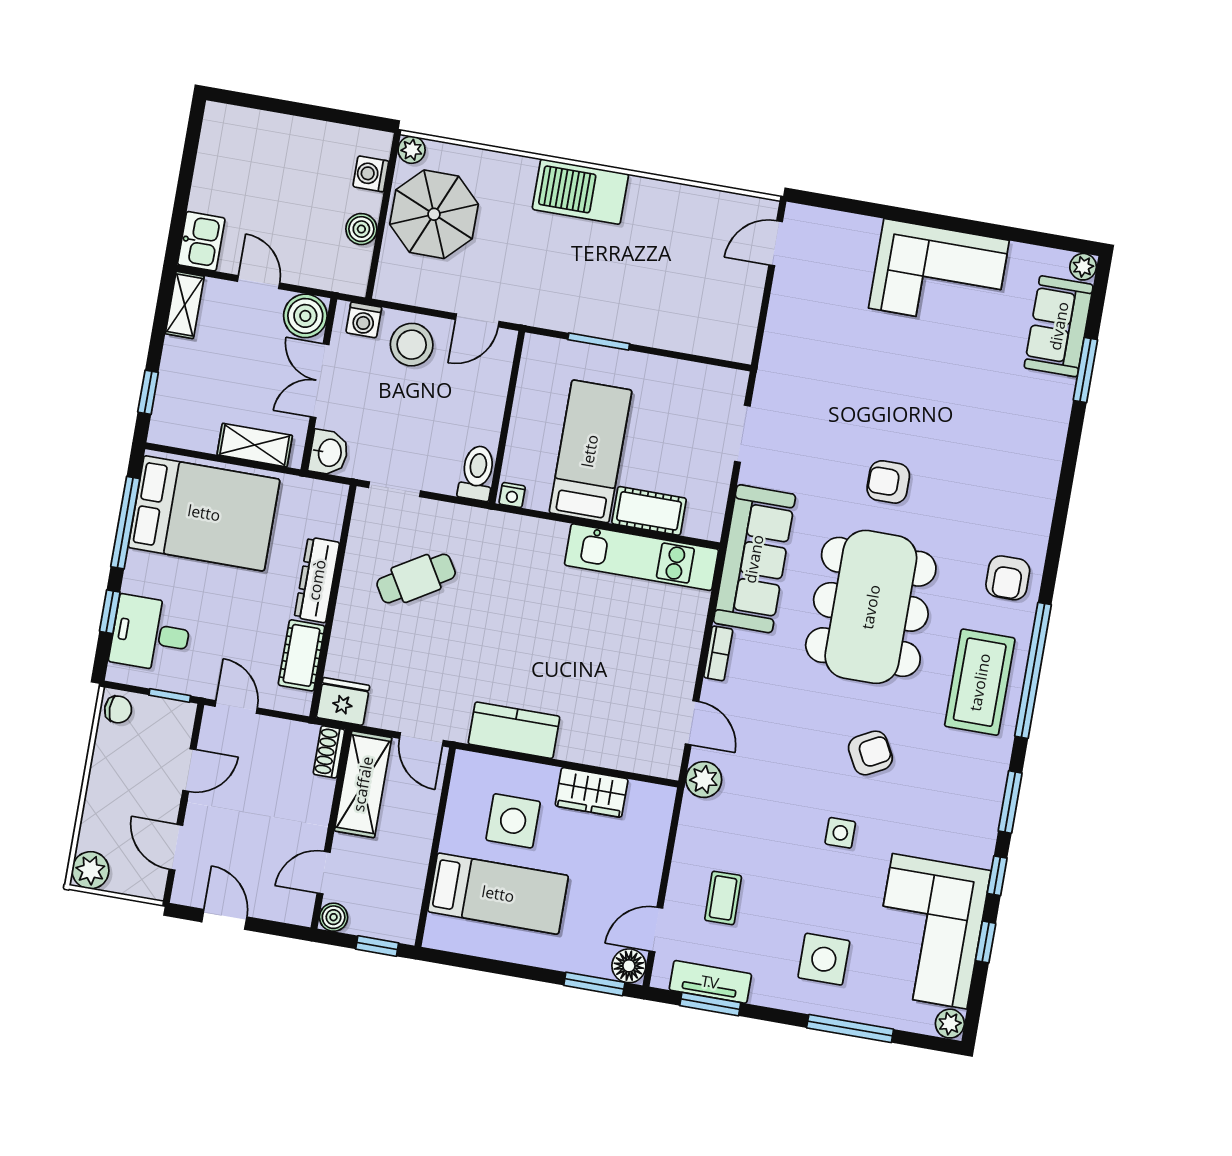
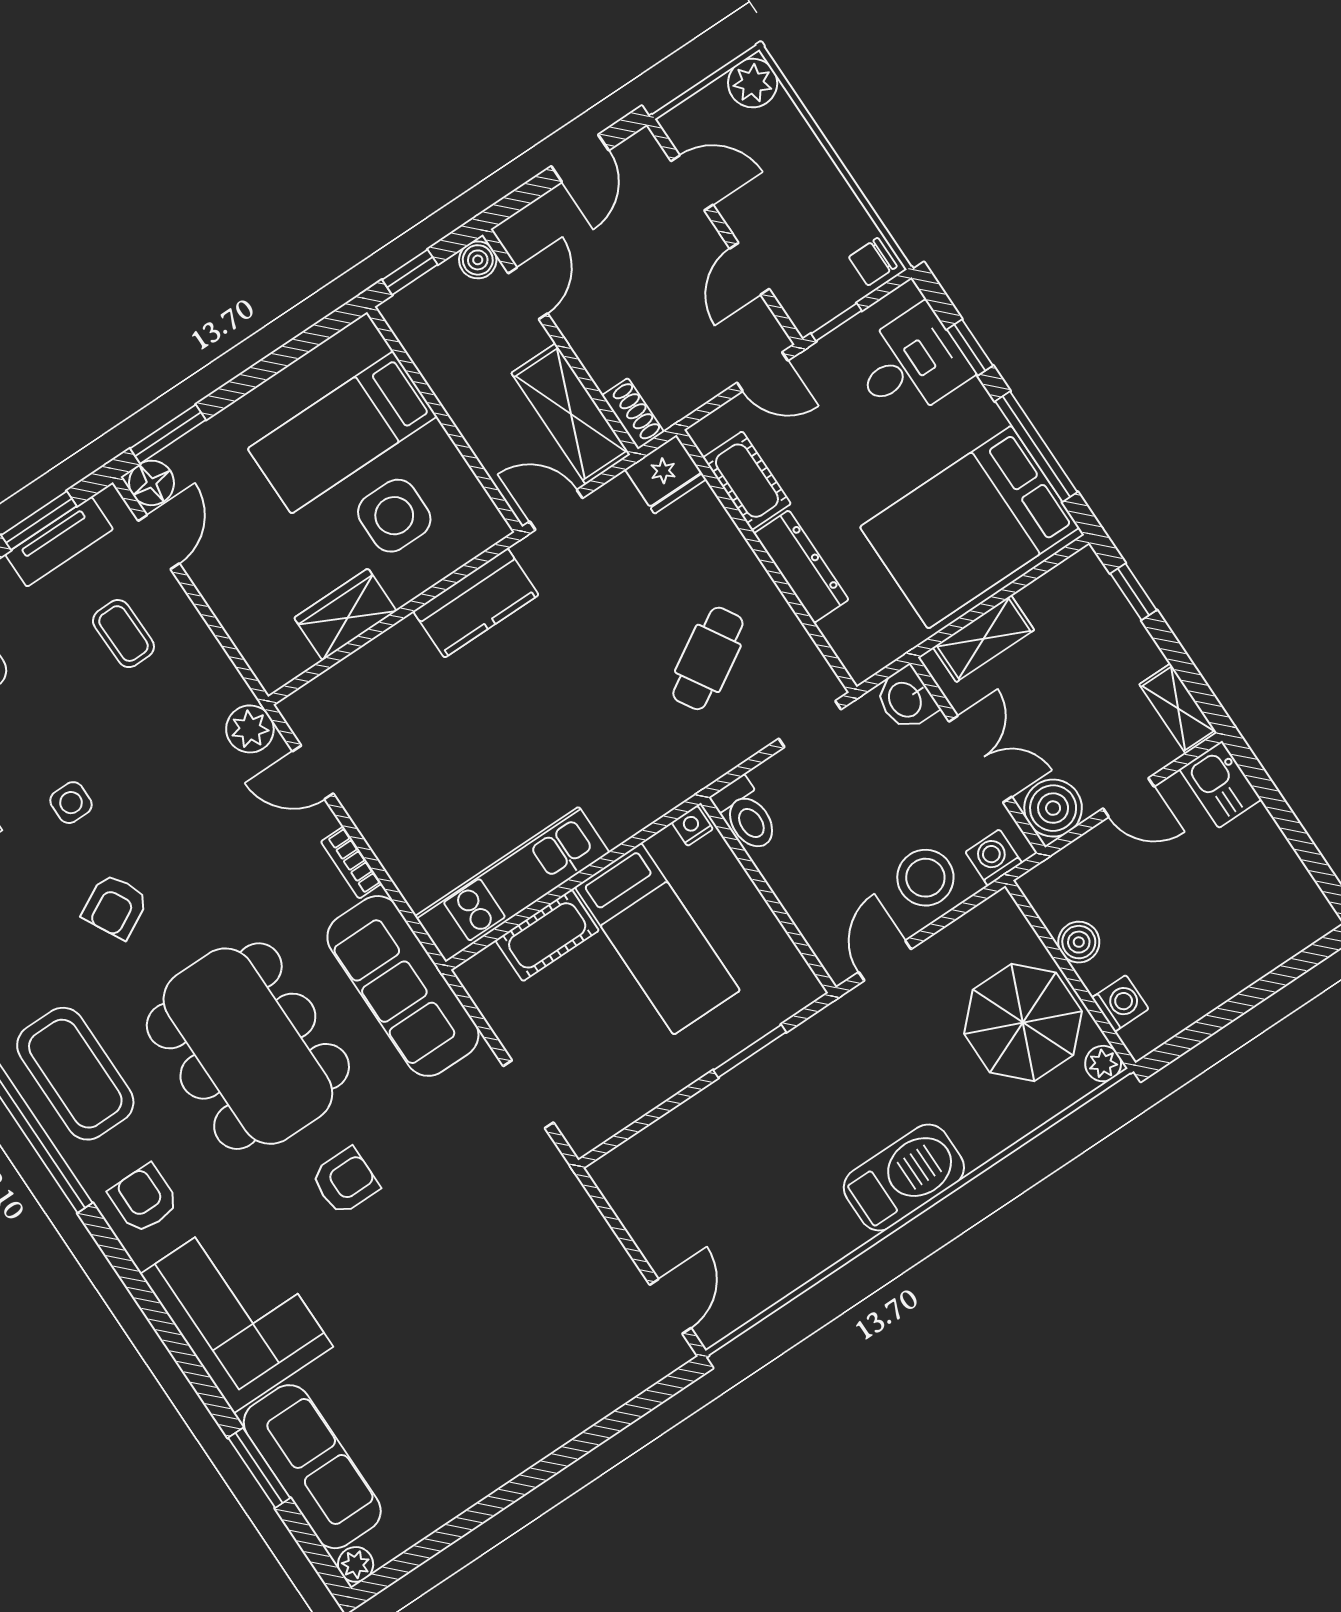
corner sofa: (939, 274) -> (237, 1310), moved, turned 90
sofa: (1059, 326) -> (312, 1467), width x1.36
door: (224, 919) -> (580, 158), hinge flipped

